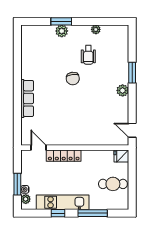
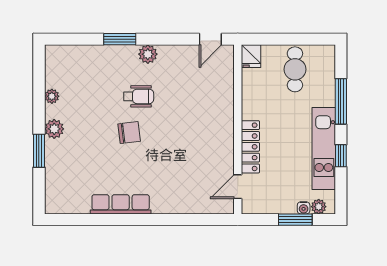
plant: (62, 31) -> (54, 129), moved
wheelchair: (88, 55) -> (139, 96), moved
row of seats: (27, 98) -> (121, 204), moved

